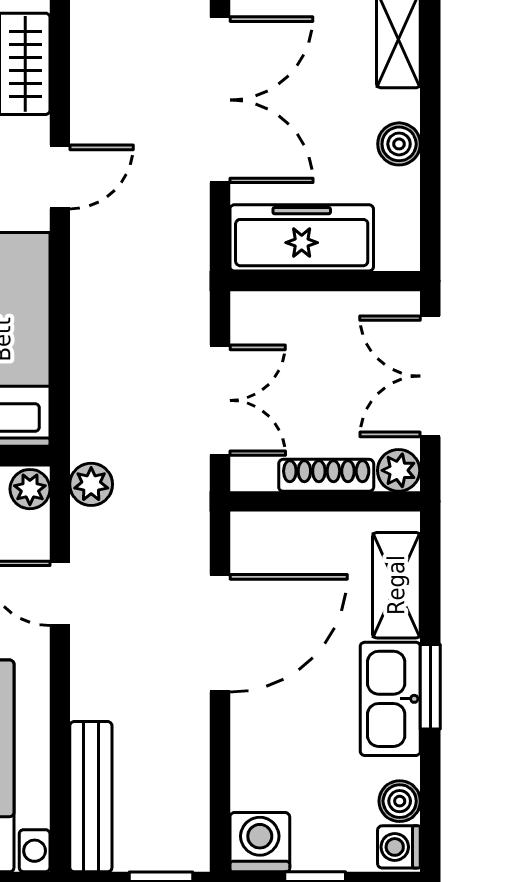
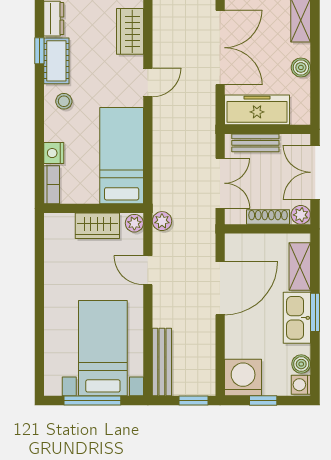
bench: (298, 311) -> (255, 143), added
washing machine: (260, 842) -> (243, 378), width x1.37, depth x1.37

